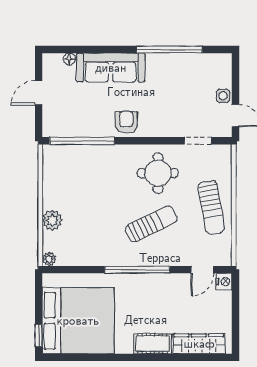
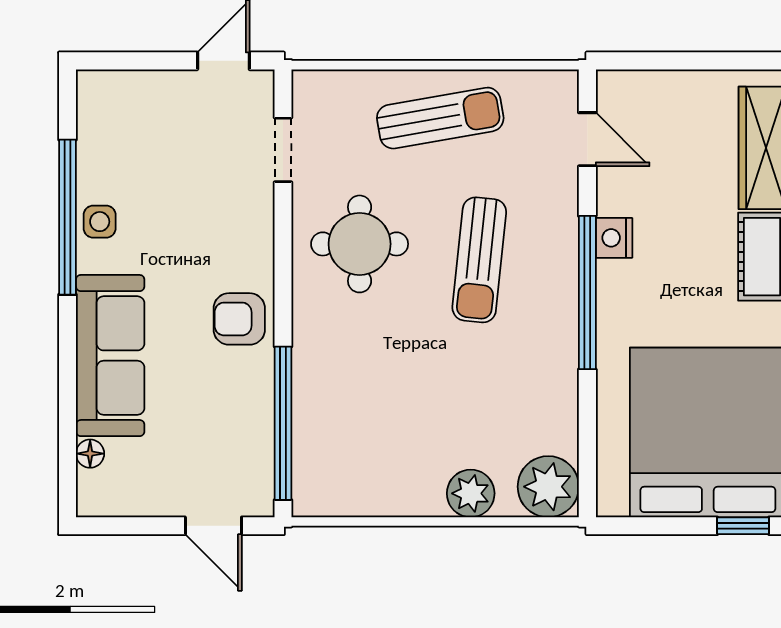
door: (39, 93) -> (213, 526), moved
side table: (223, 96) -> (100, 222), moved
sun lounger: (151, 224) -> (479, 260), turned -148
plant: (49, 259) -> (548, 487), width x1.87, depth x1.87
nightstand: (224, 282) -> (614, 238), moved, turned -90

